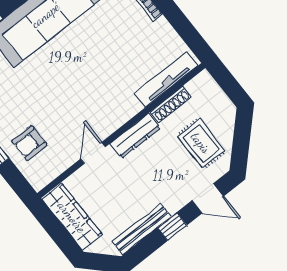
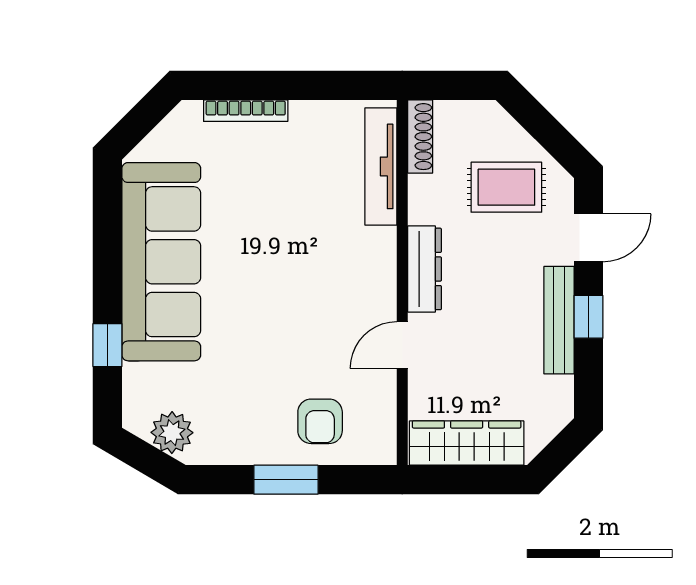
shoe rack: (171, 104) -> (420, 137), moved
door: (93, 153) -> (402, 345), hinge flipped
bench: (142, 229) -> (559, 320), moved

